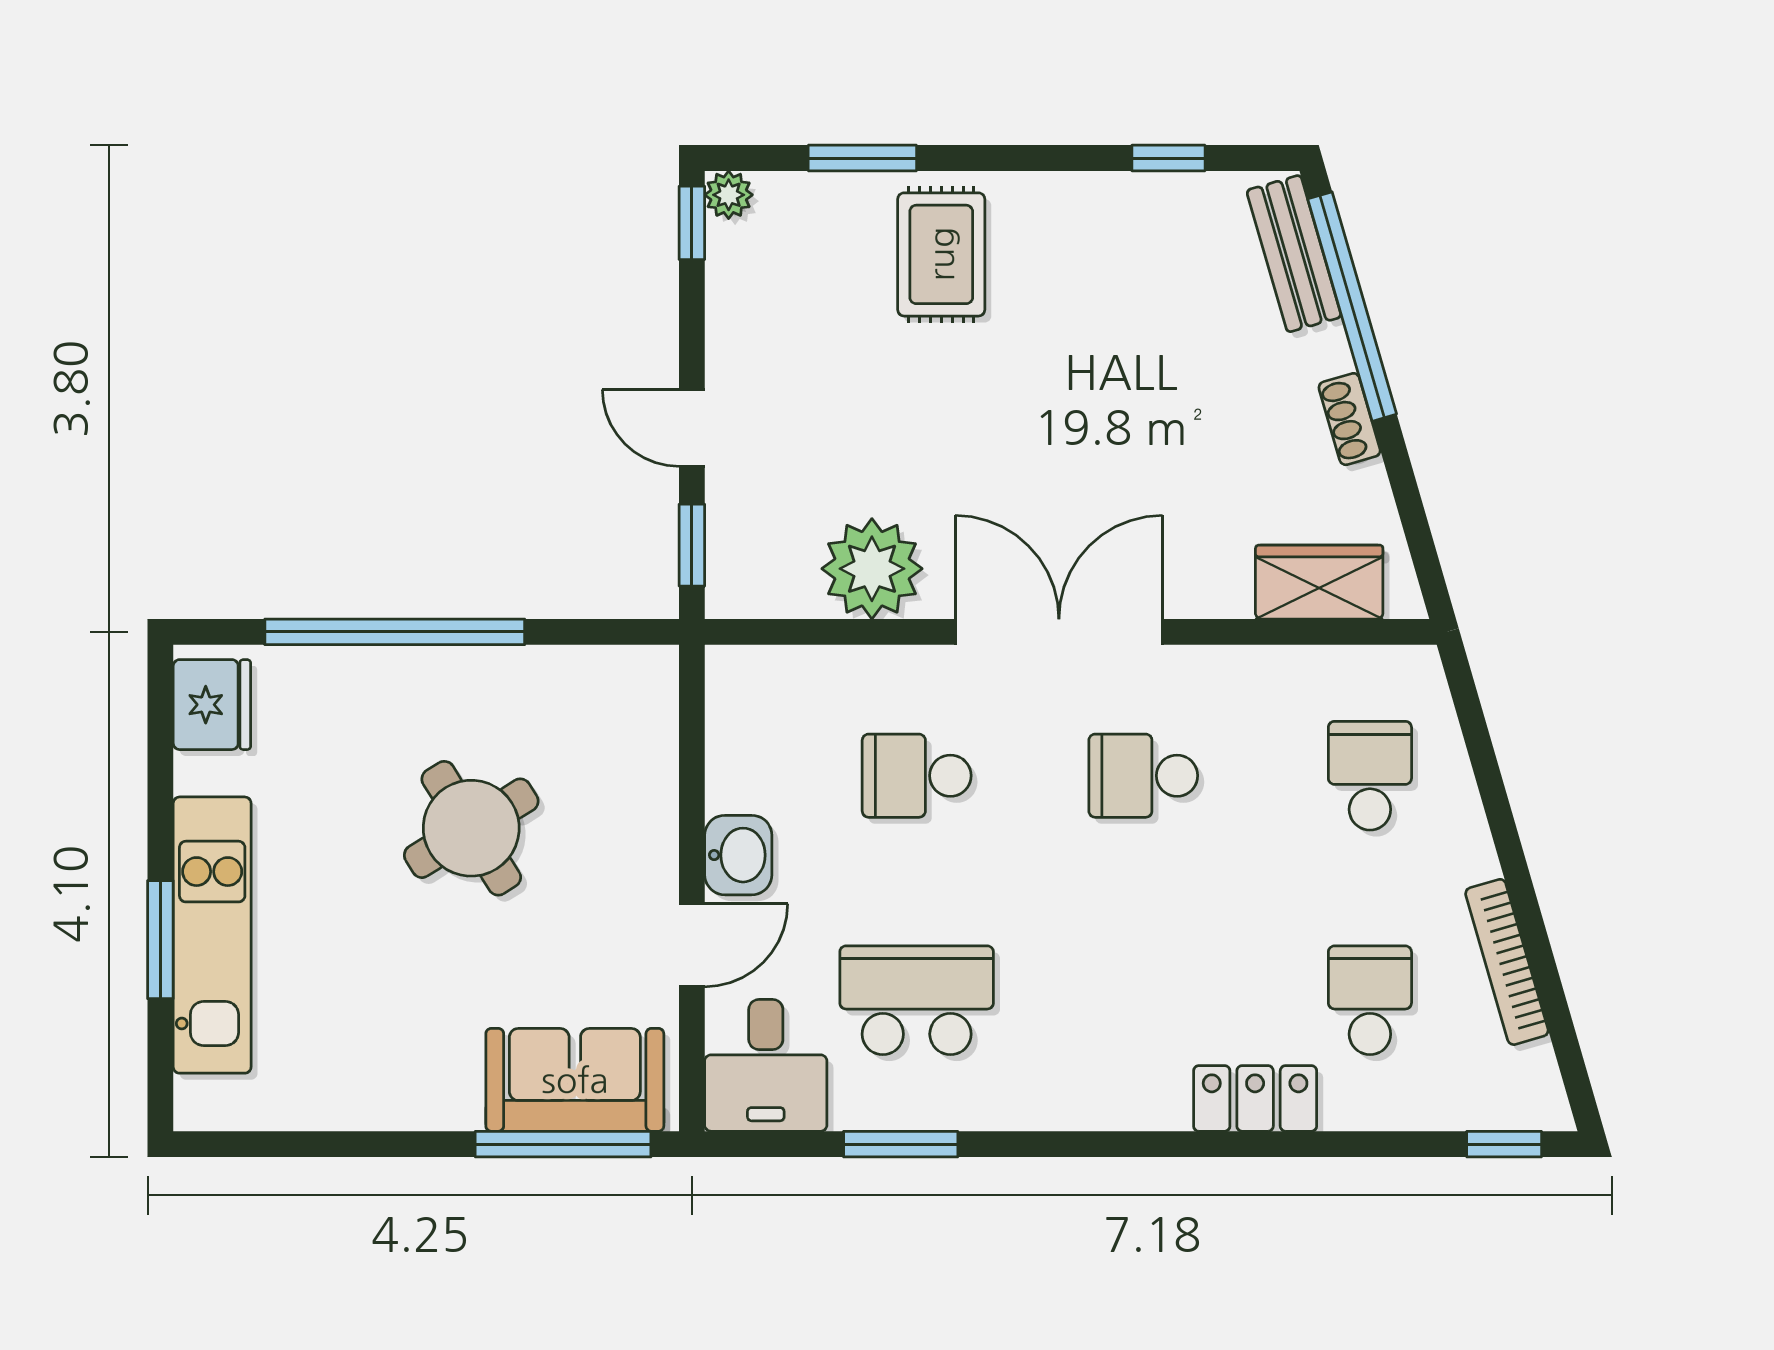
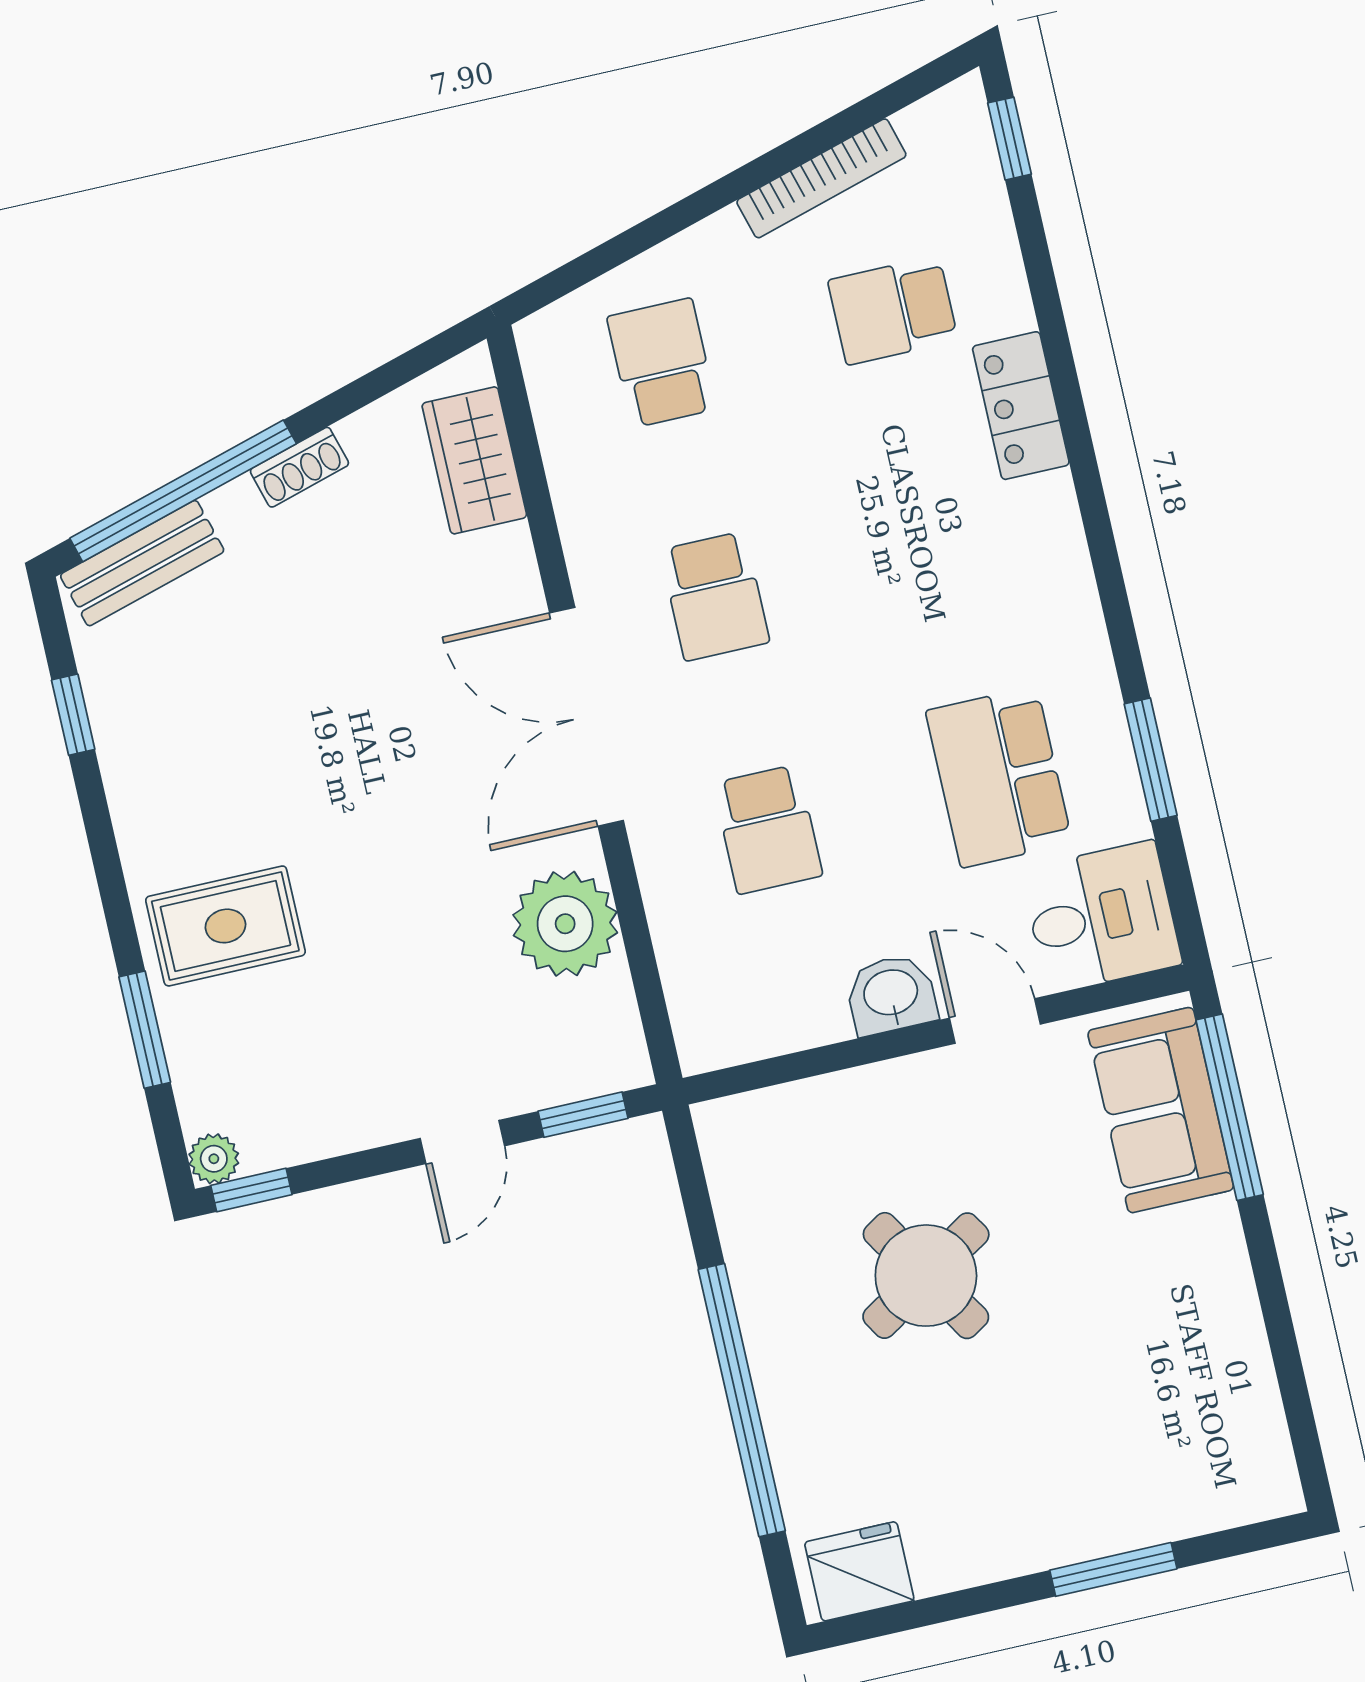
school desk: (1370, 776) -> (662, 363), turned 90
kitchen unit: (212, 935) -> (1097, 1517), removed

